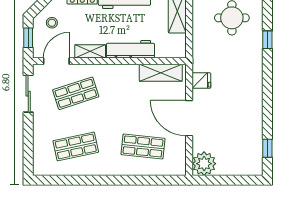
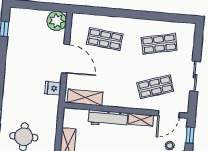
sliding door: (28, 94) -> (195, 76), moved

